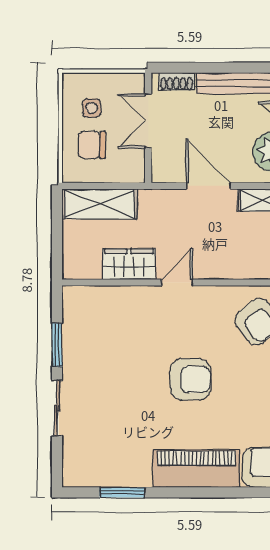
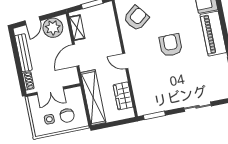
shelving: (100, 204) -> (93, 98), width x1.47
wardrobe: (129, 264) -> (123, 96), moved
window: (57, 345) -> (154, 115), moved

